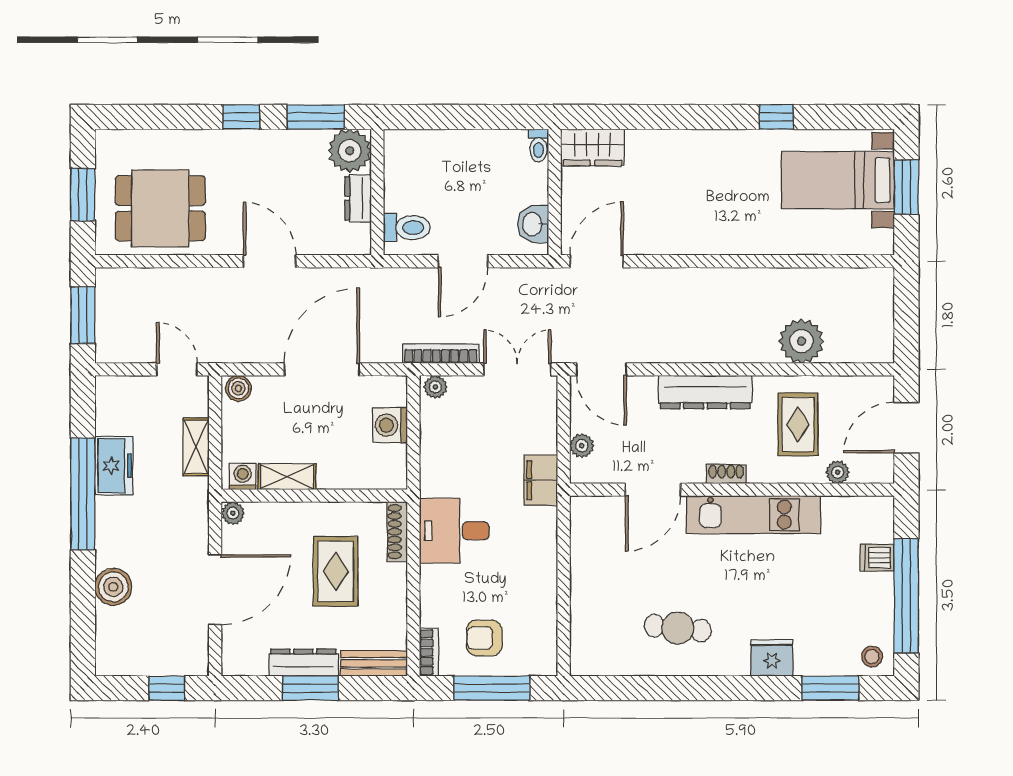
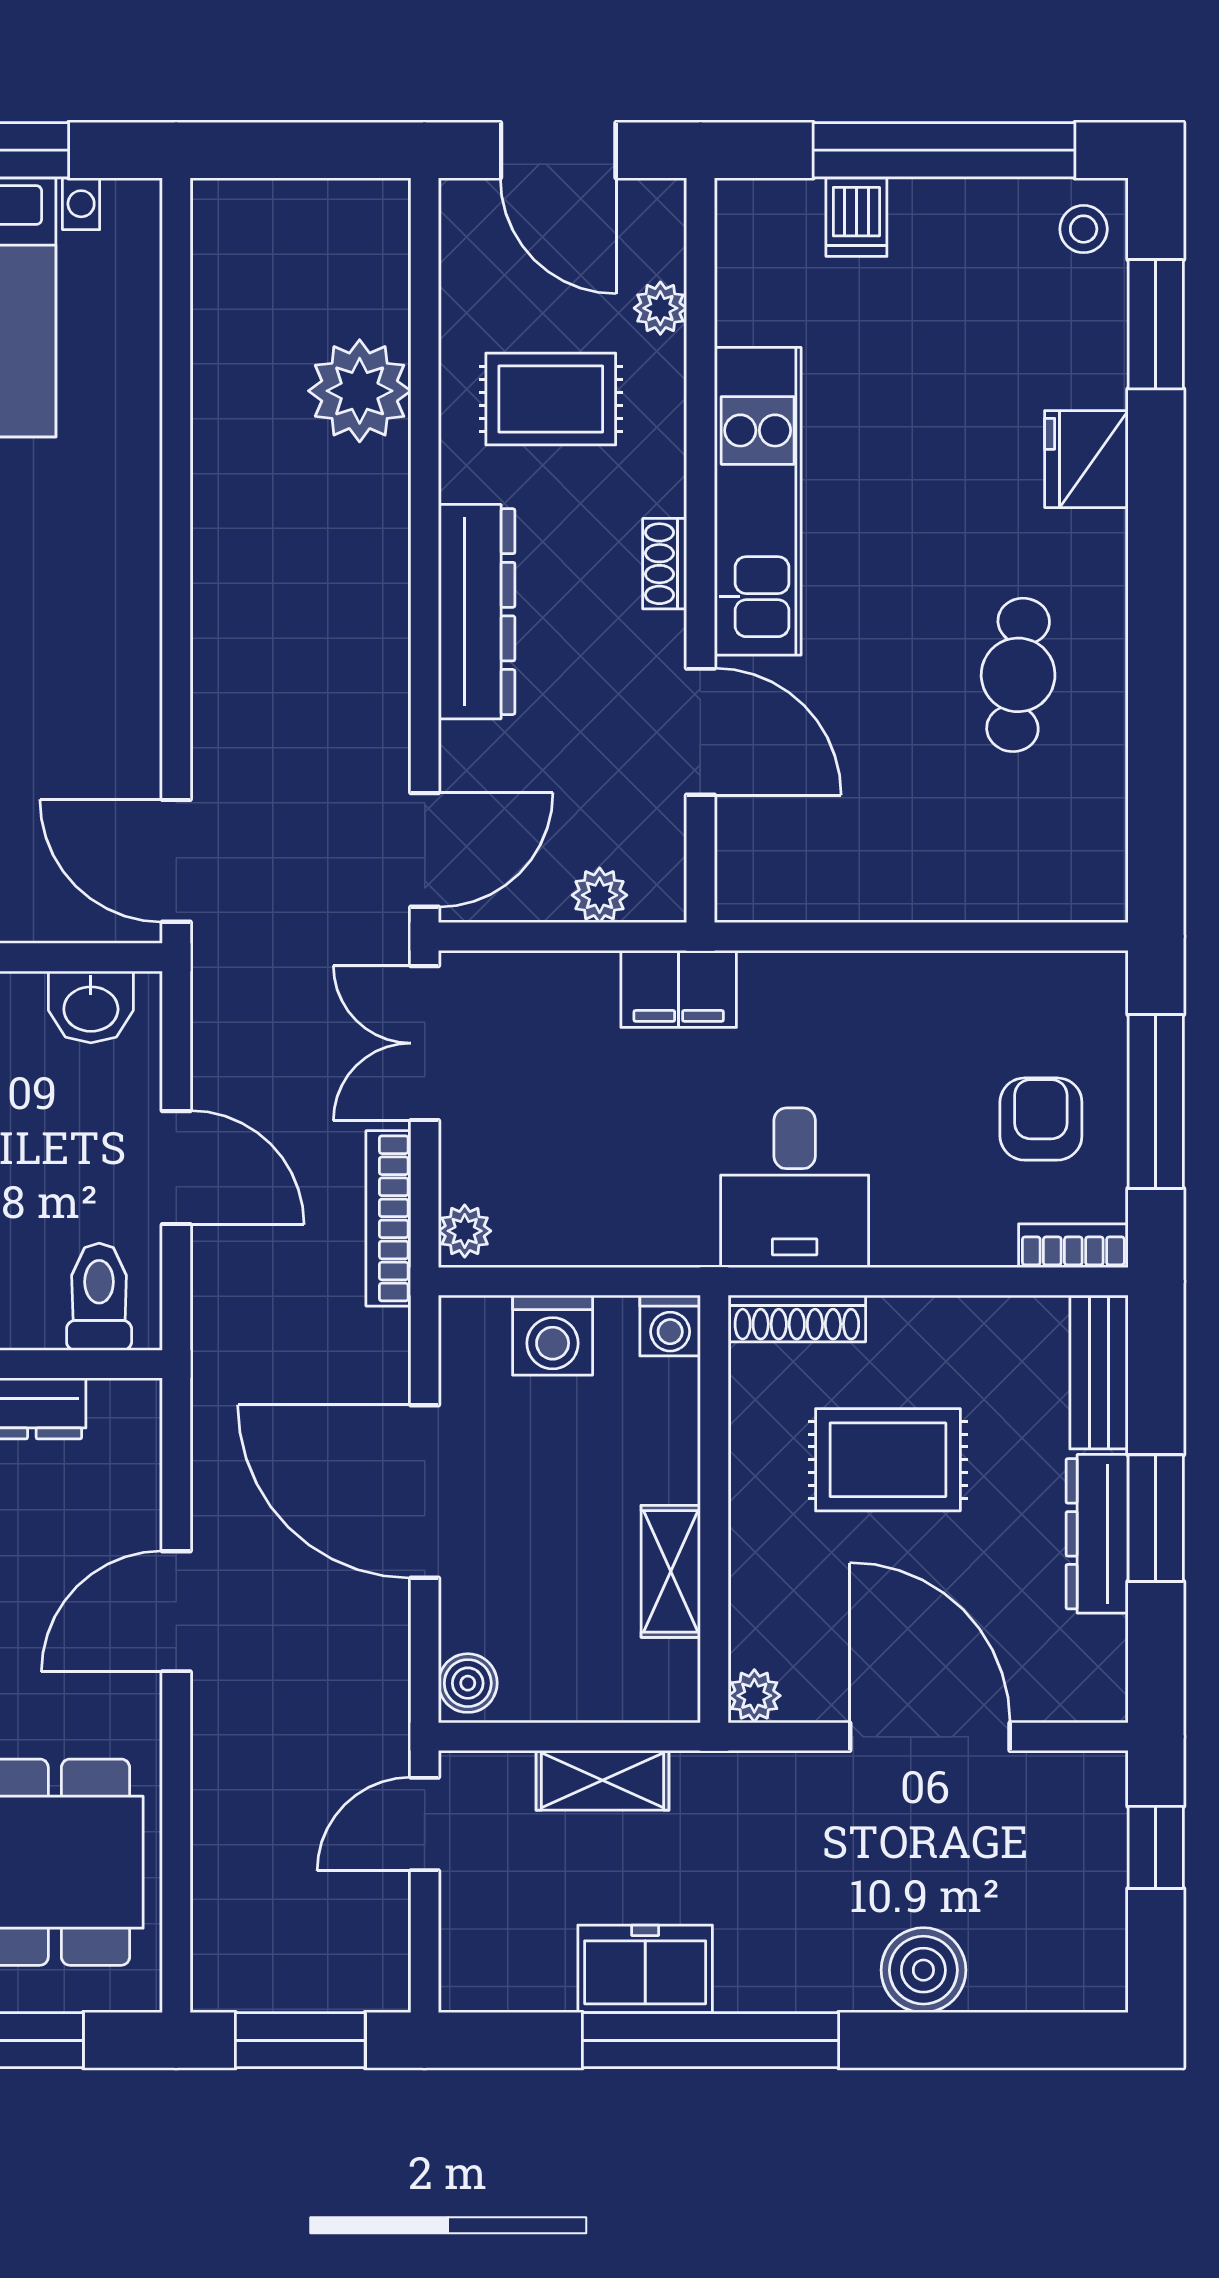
washing machine: (243, 476) -> (670, 1326), moved, turned -90
armchair: (484, 638) -> (1041, 1119), turned 180

